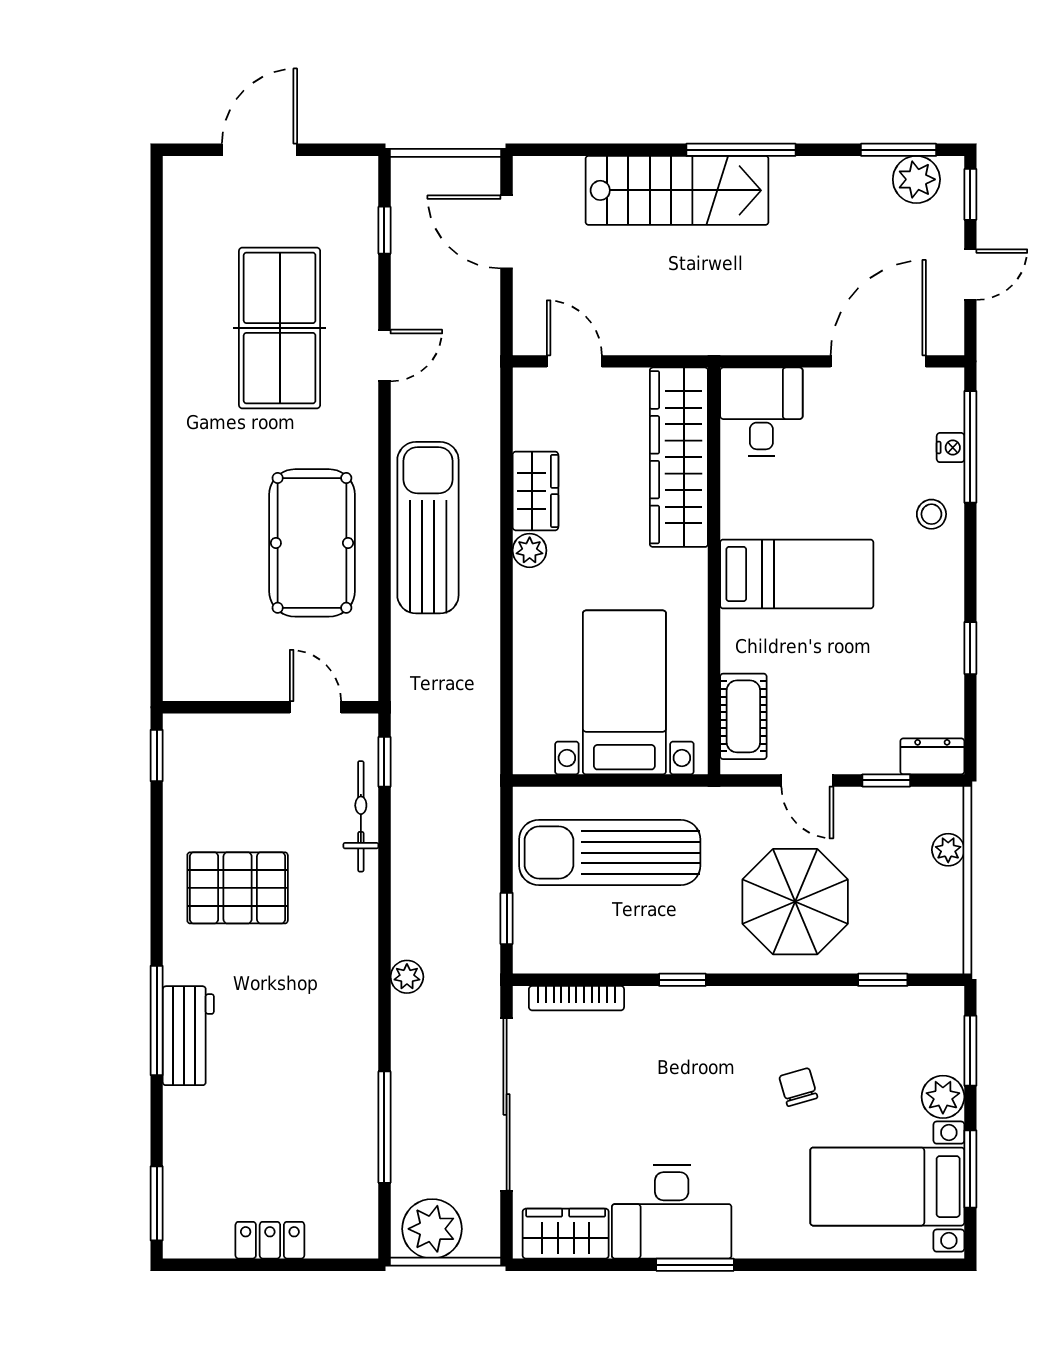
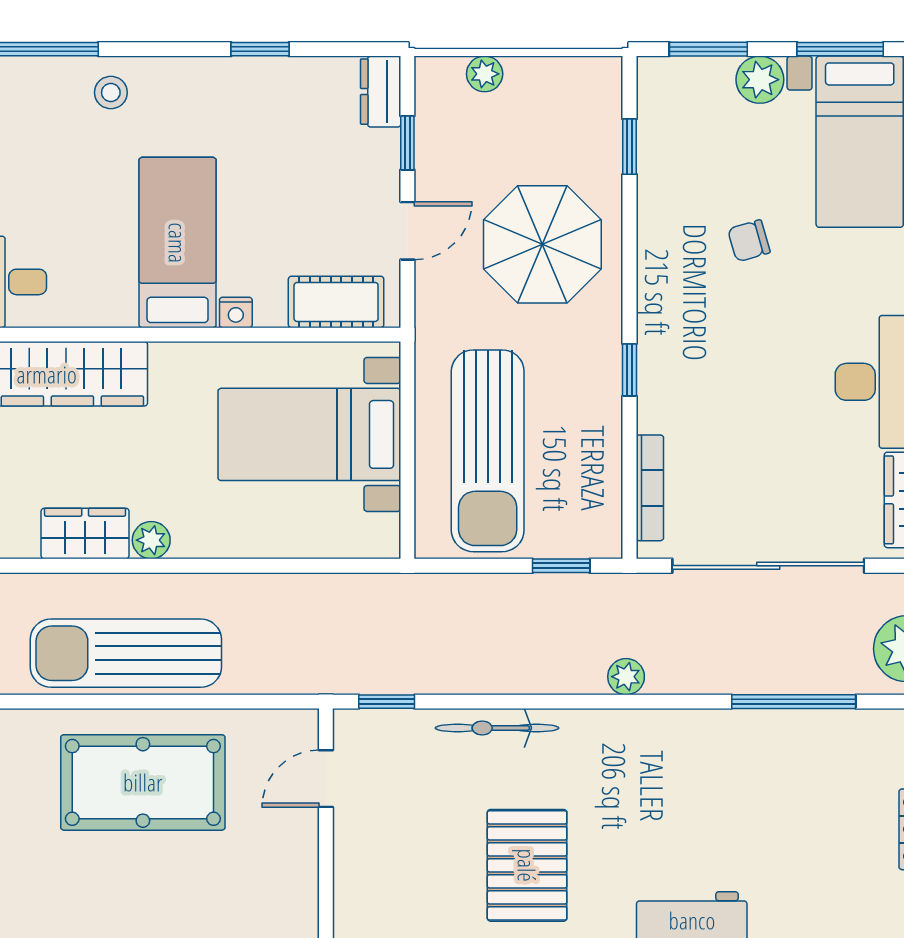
nightstand: (951, 448) -> (236, 312), moved, turned 180
bicycle: (361, 816) -> (497, 728), moved

